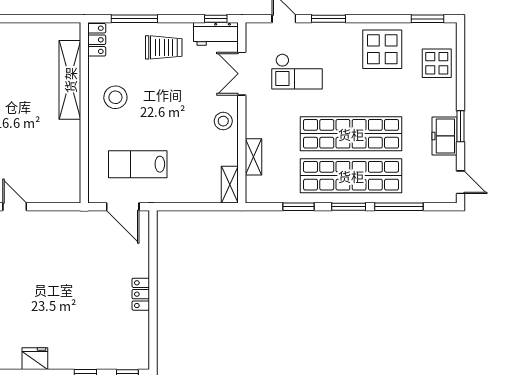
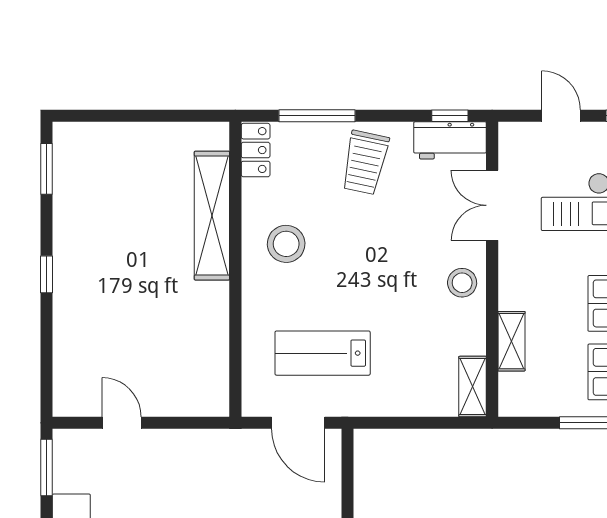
trolley: (164, 47) -> (365, 162), turned 102

